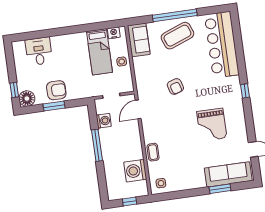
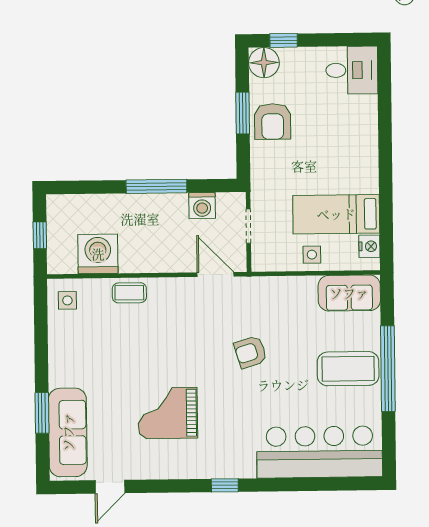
coffee table: (177, 36) -> (348, 369), turned -69
desk: (39, 51) -> (352, 70), moved

